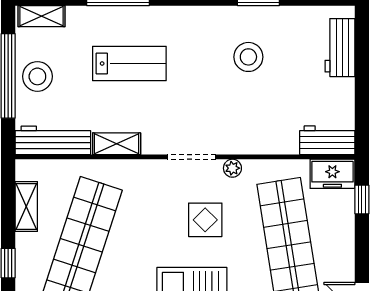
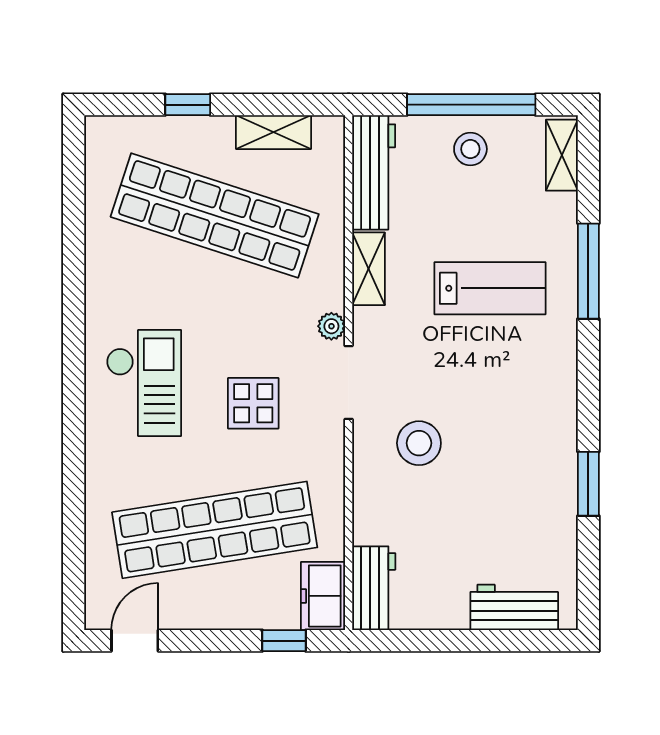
stool: (248, 57) -> (419, 443), moved
lab bench: (129, 64) -> (490, 288), turned -90
stool: (37, 76) -> (470, 149), width x0.73, depth x0.73
plant: (232, 168) -> (331, 326), moved

